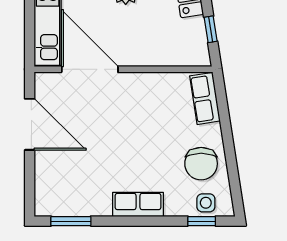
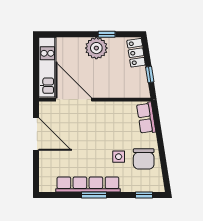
side table: (206, 203) -> (119, 157), moved
row of seats: (138, 204) -> (88, 184), width x2.02
window: (71, 221) -> (94, 195), moved

